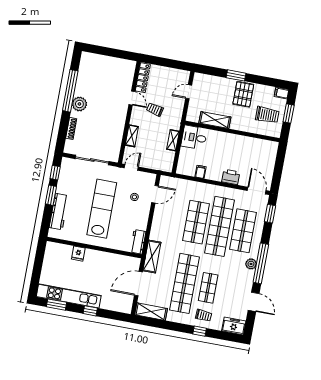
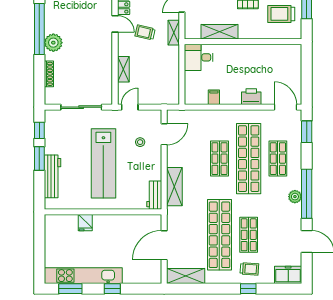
trolley: (267, 115) -> (281, 14), turned 180
shelving: (173, 140) -> (174, 33), moved
lab bench: (102, 209) -> (103, 163), turned 180
shop shelf: (196, 222) -> (219, 159), width x0.70, depth x0.74
shop shelf: (243, 231) -> (278, 159), width x0.70, depth x0.74
shelving: (152, 256) -> (174, 187), moved

